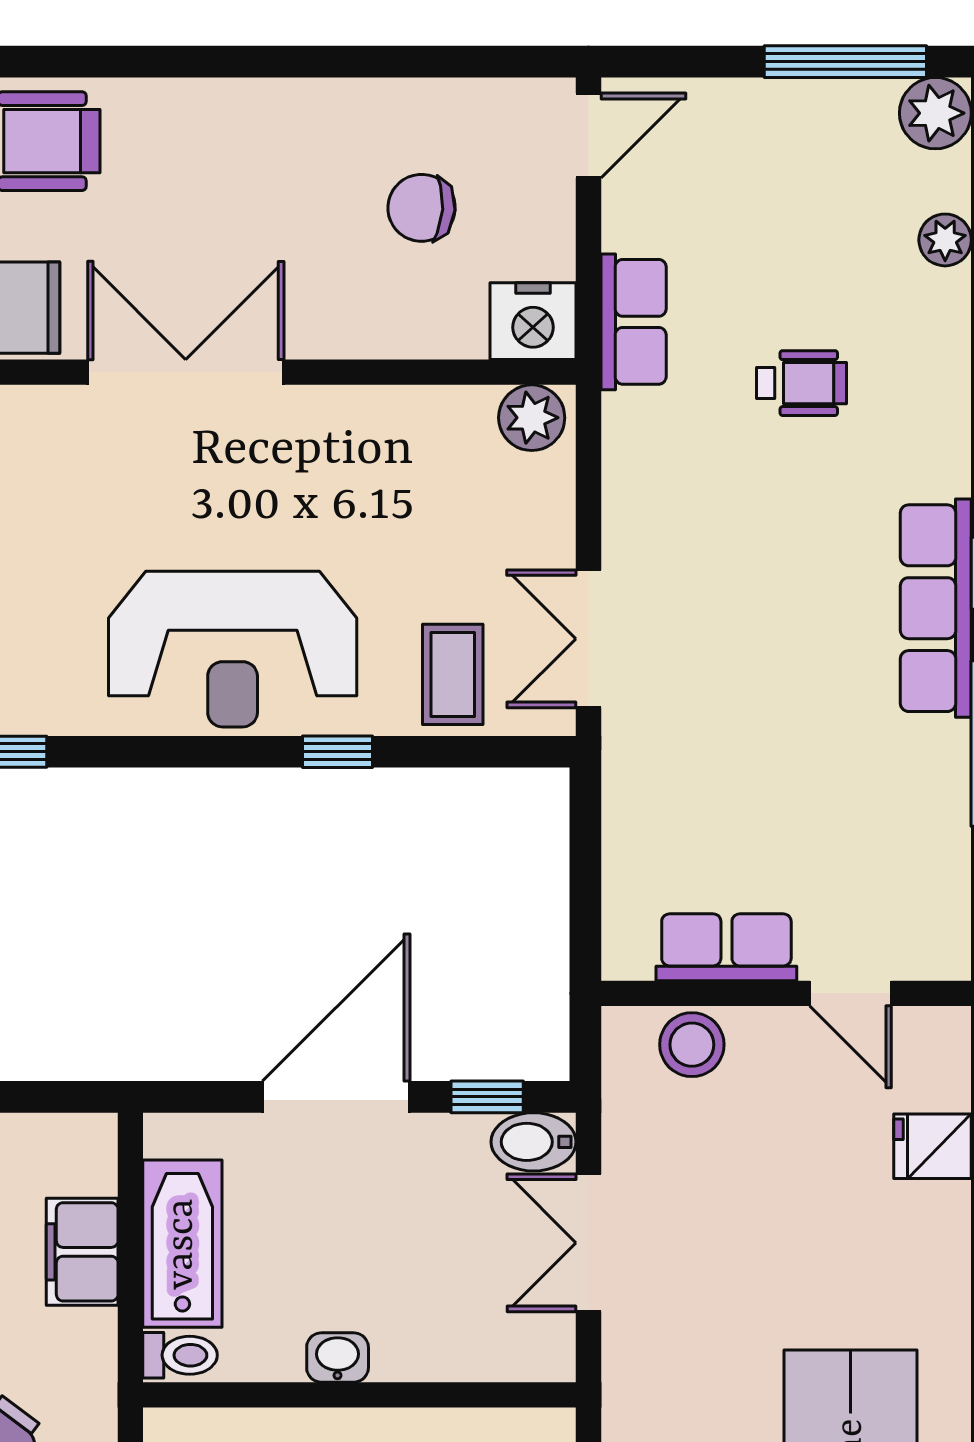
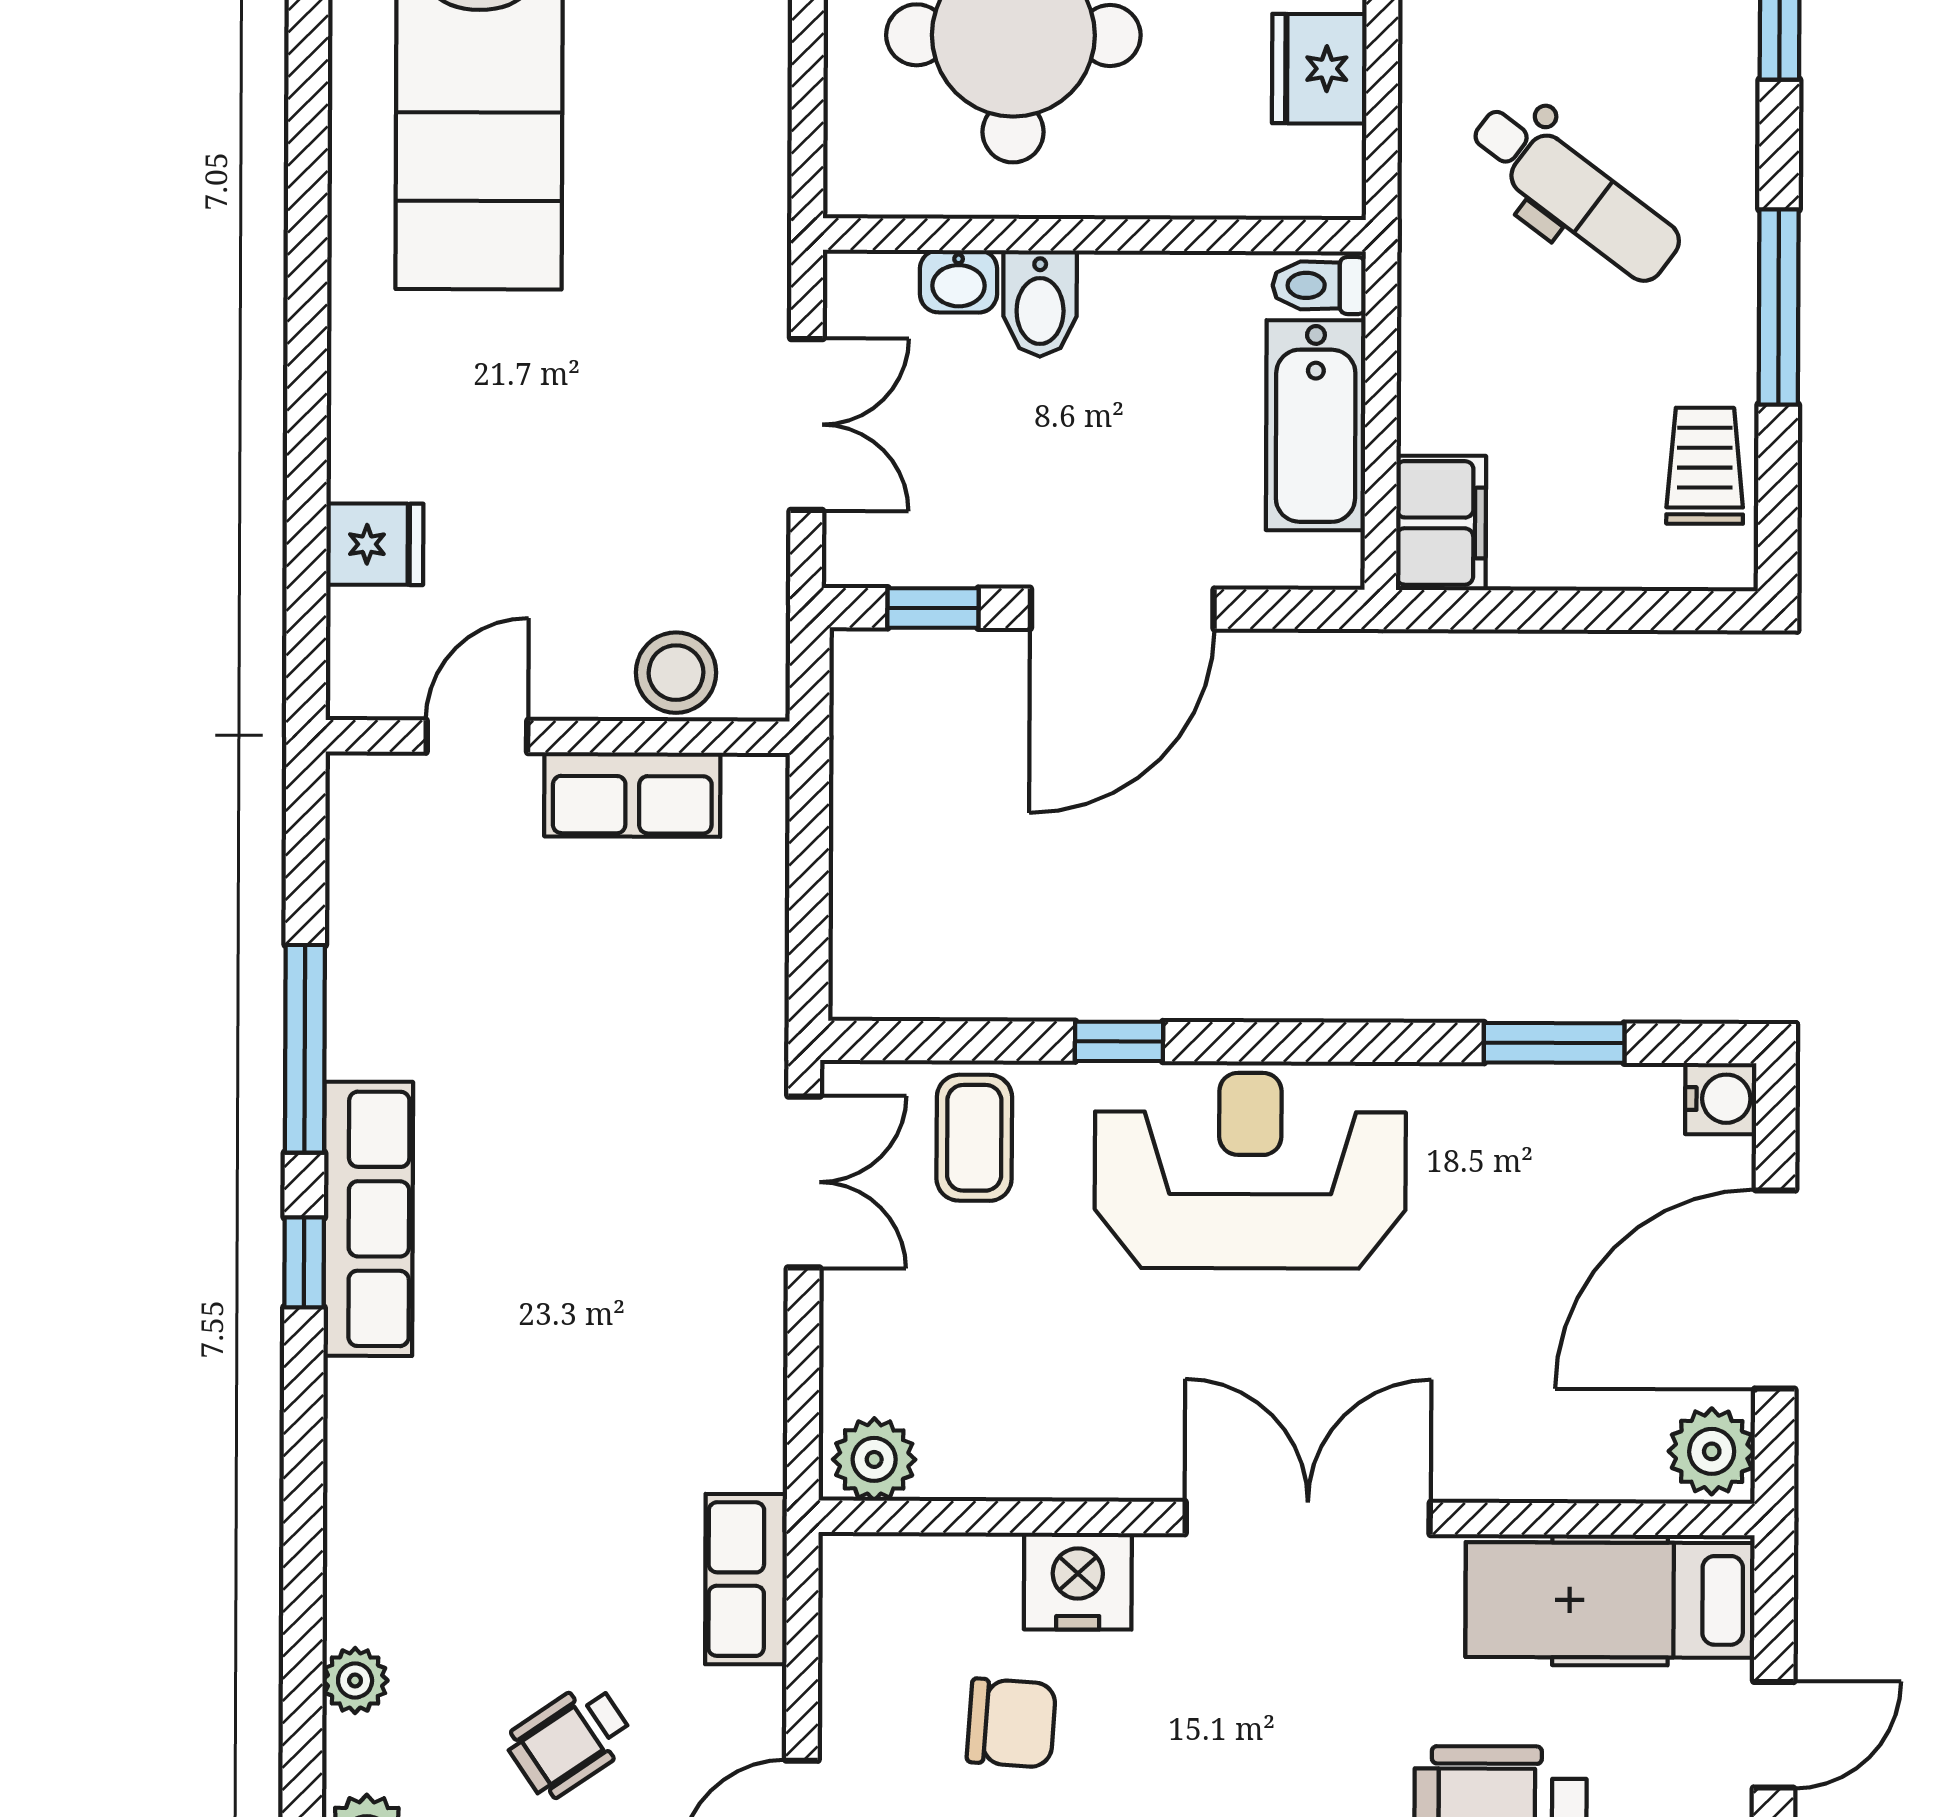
nightstand: (533, 321) -> (1078, 1581), moved
double door: (186, 372) -> (1308, 1518), swing flipped
wheelchair: (802, 383) -> (570, 1740), moved, turned -34
door: (851, 993) -> (477, 736), hinge flipped
bidet: (534, 1142) -> (1040, 304), moved, turned 90
filing cabinet: (82, 1252) -> (1441, 523), moved
washbasin: (338, 1358) -> (959, 281), moved

